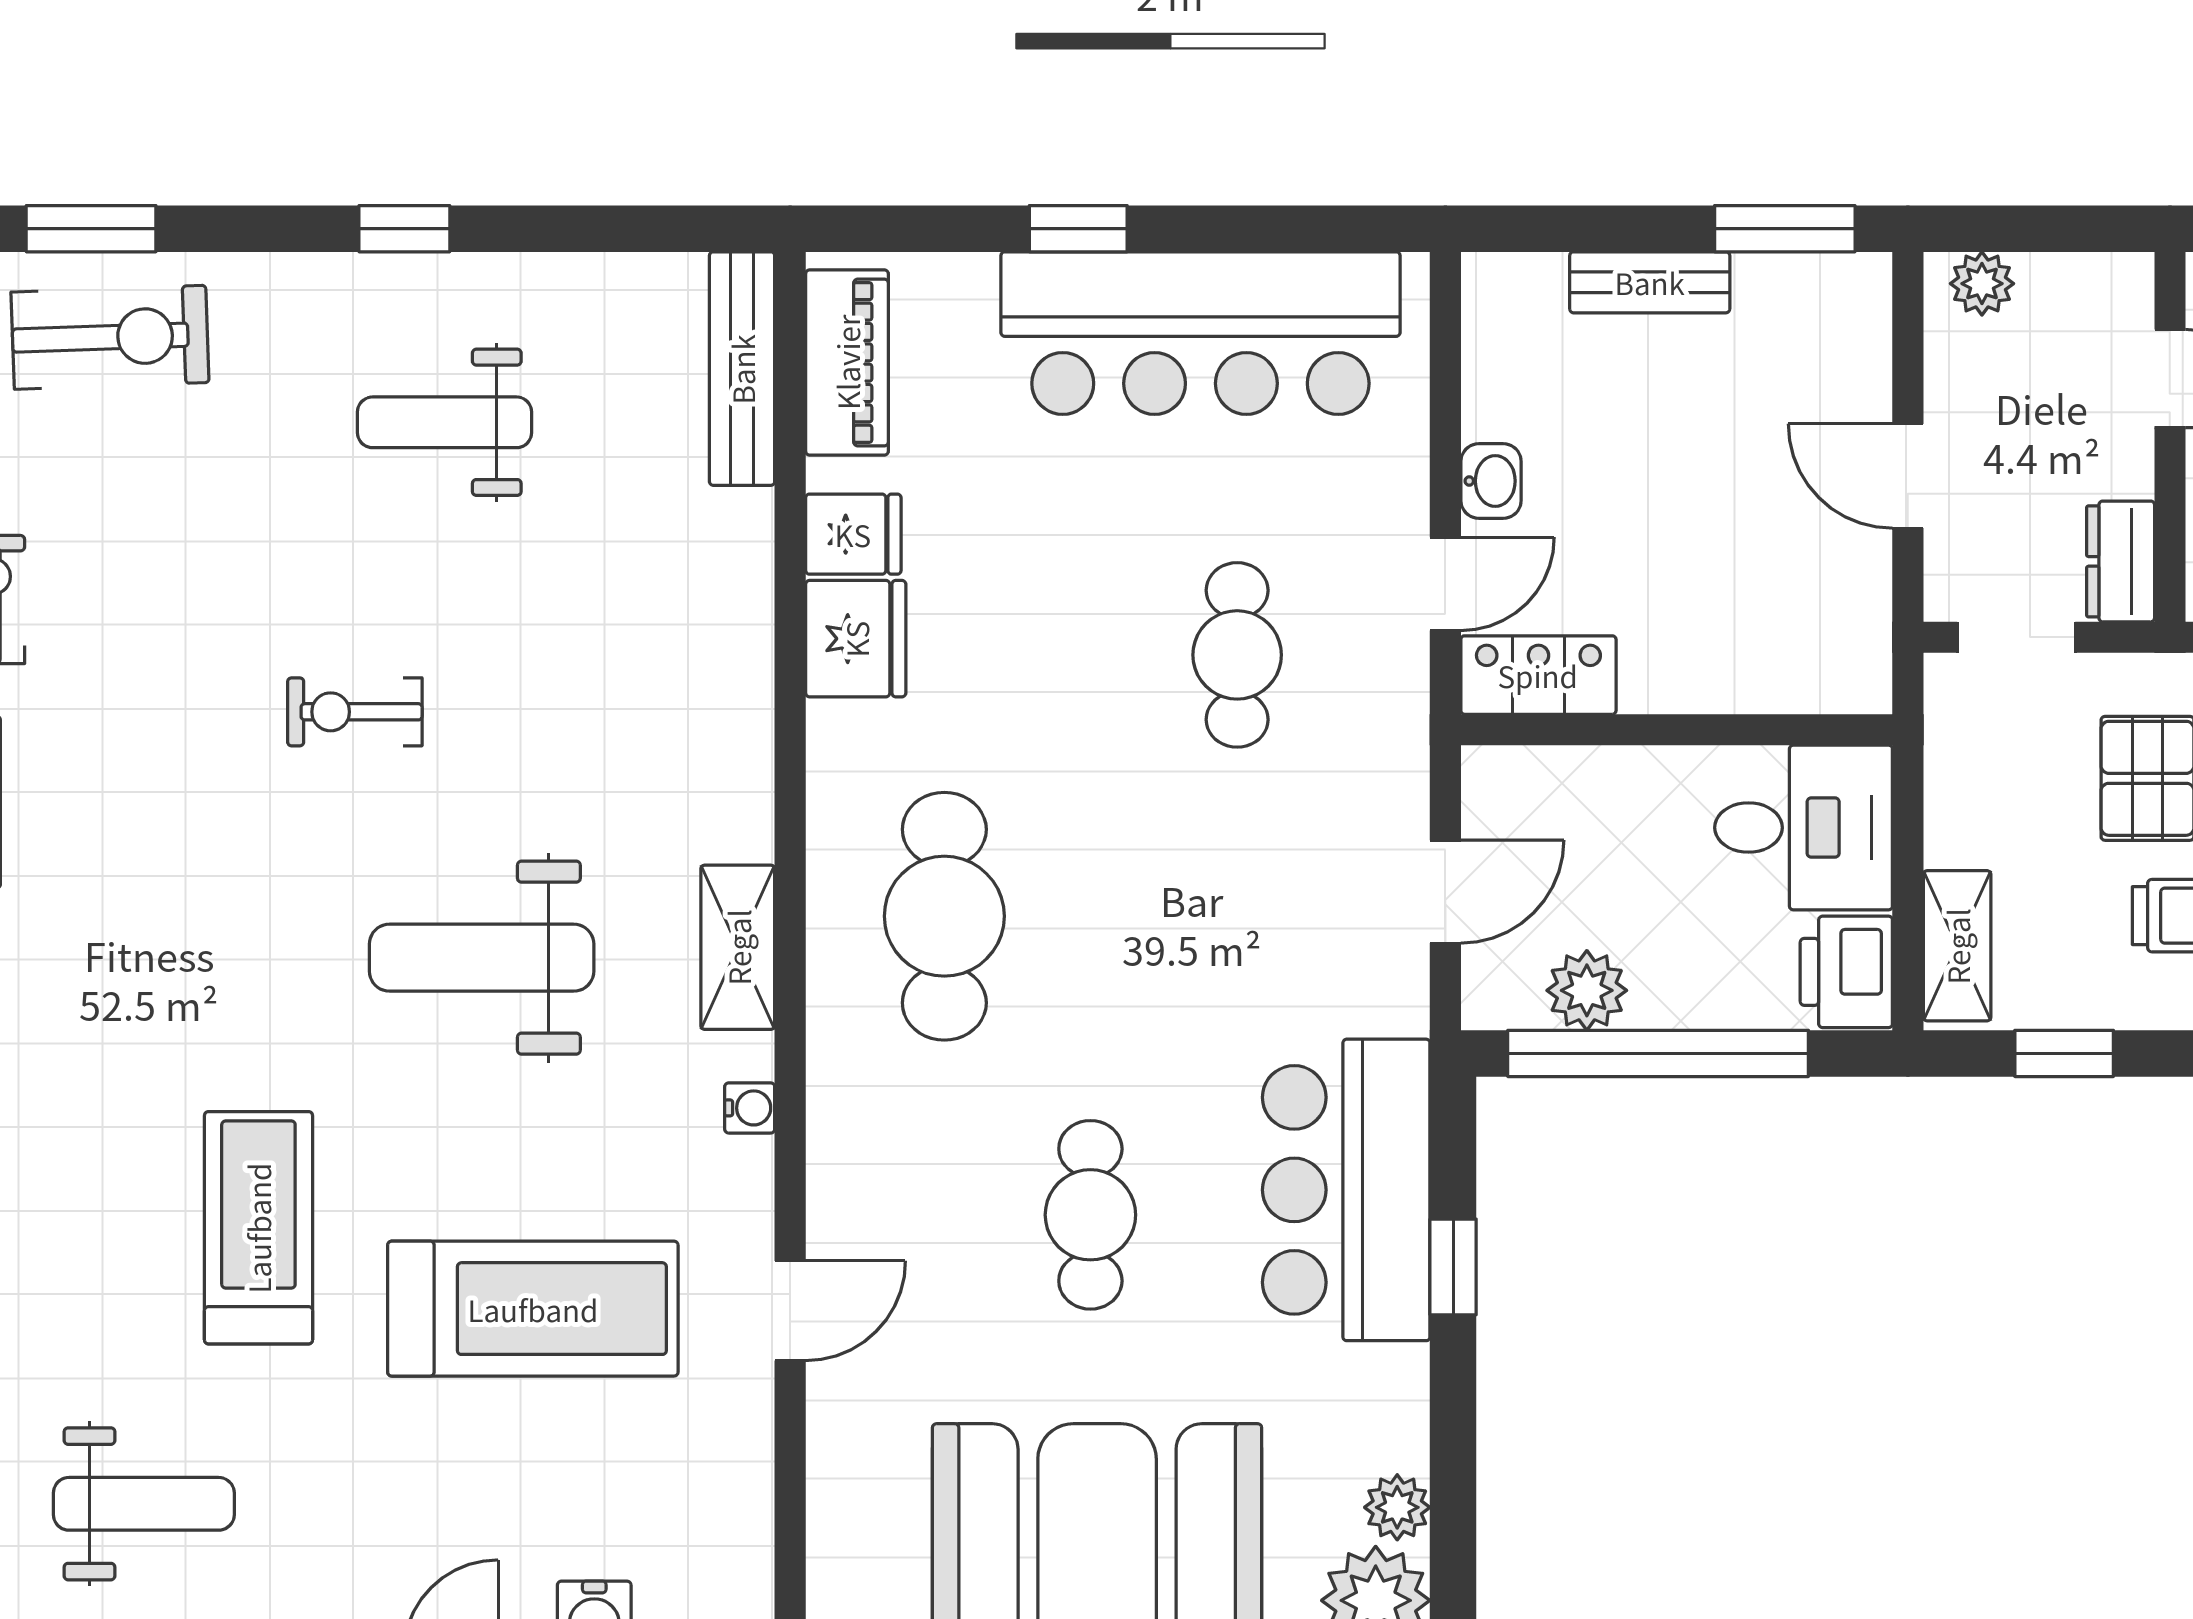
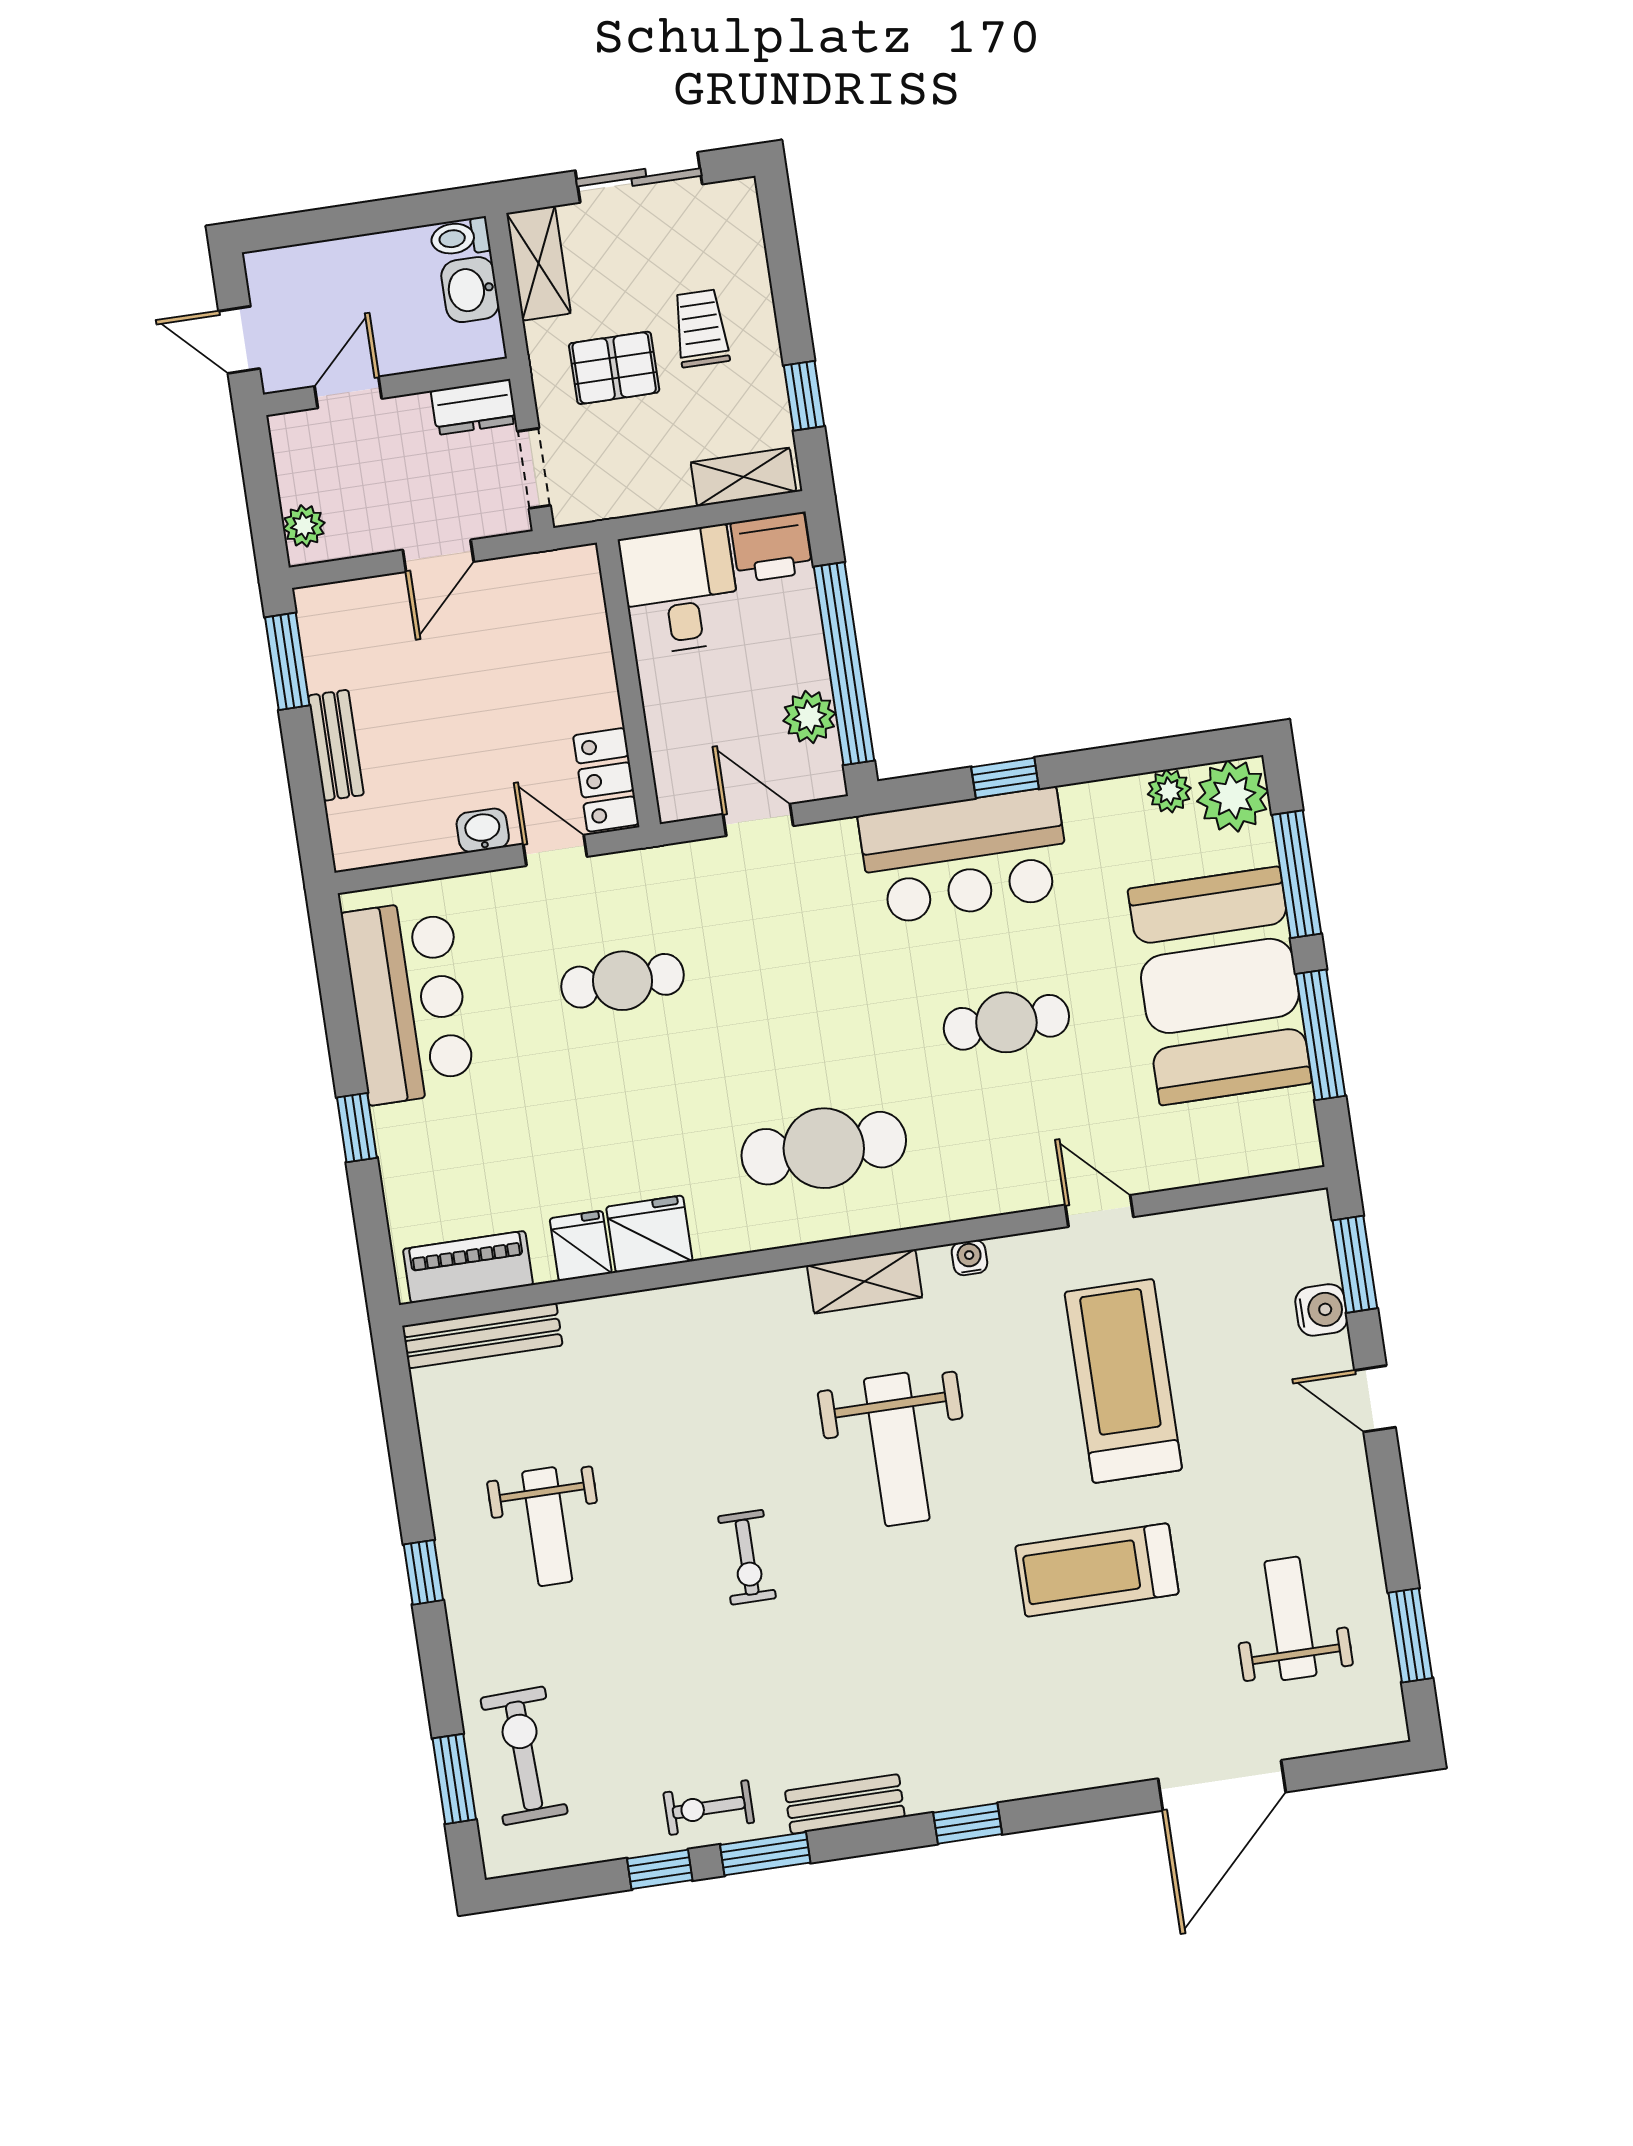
bar counter: (1200, 333) -> (409, 1002), width x0.73

